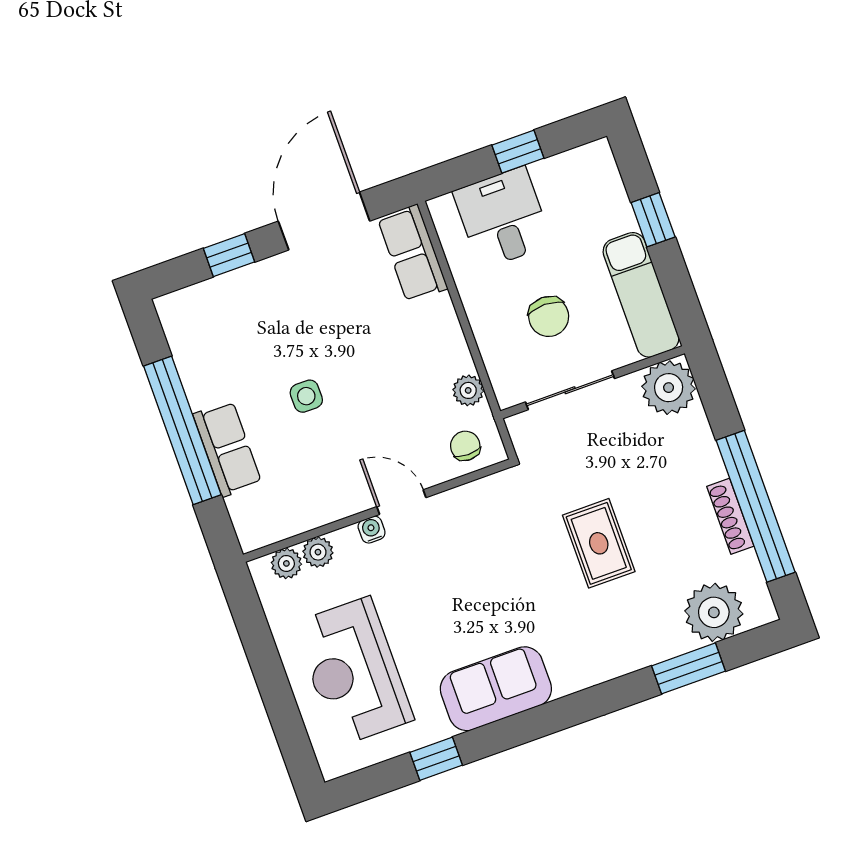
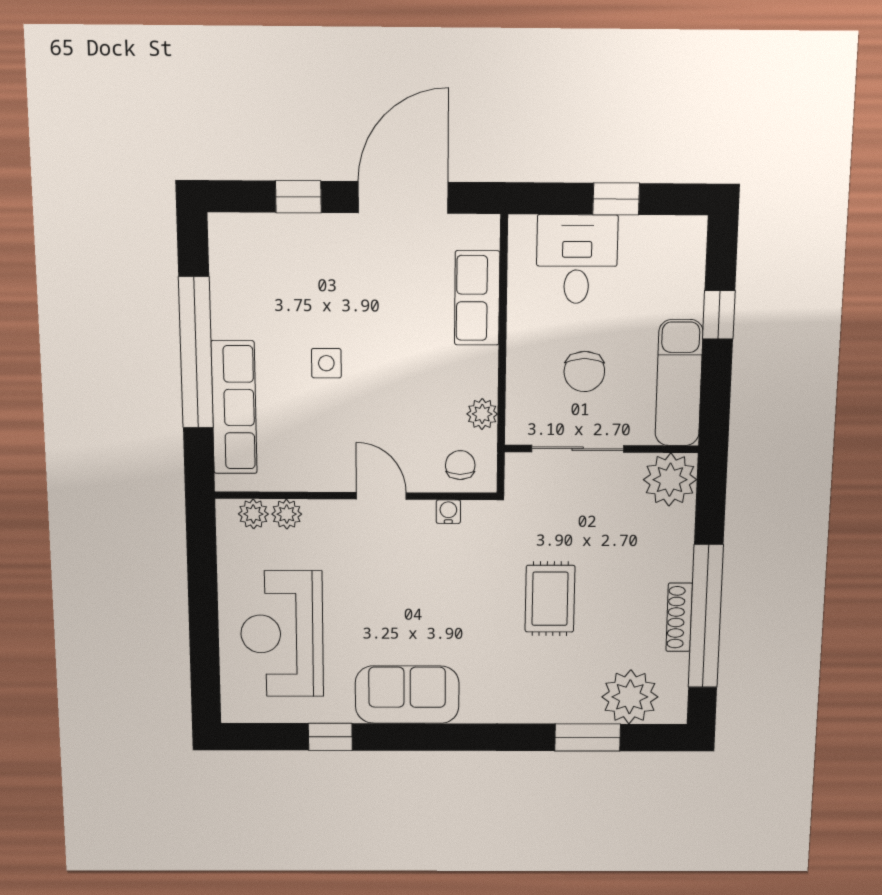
row of seats: (413, 253) -> (477, 298), moved
row of seats: (227, 449) -> (234, 408), width x1.48
water cooler: (372, 530) -> (448, 512), moved

